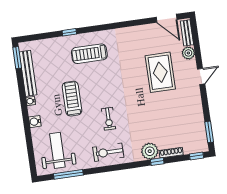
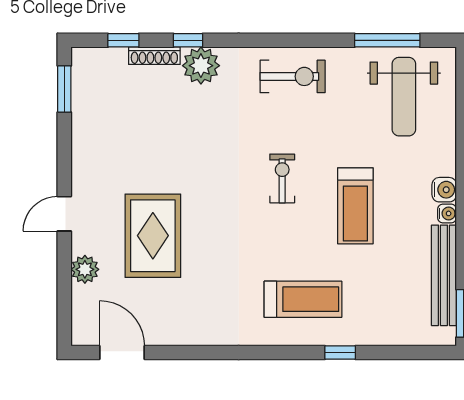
bench: (187, 33) -> (82, 314), removed
exercise bike: (108, 119) -> (282, 178), moved
water cooler: (35, 122) -> (444, 190), moved
window: (196, 156) -> (123, 40), moved

